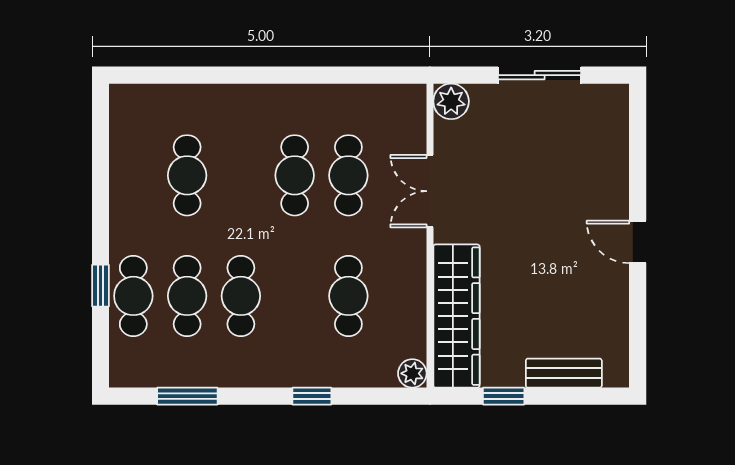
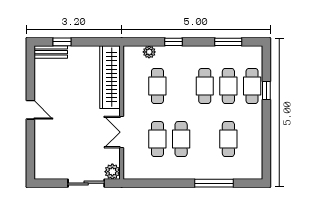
window: (220, 75) -> (214, 183), added
sliding door: (540, 75) -> (86, 183), moved
double door: (430, 191) -> (122, 132), swing flipped
plant: (412, 373) -> (149, 52), moved
bench: (564, 373) -> (51, 52), moved
window: (504, 396) -> (62, 42), moved

